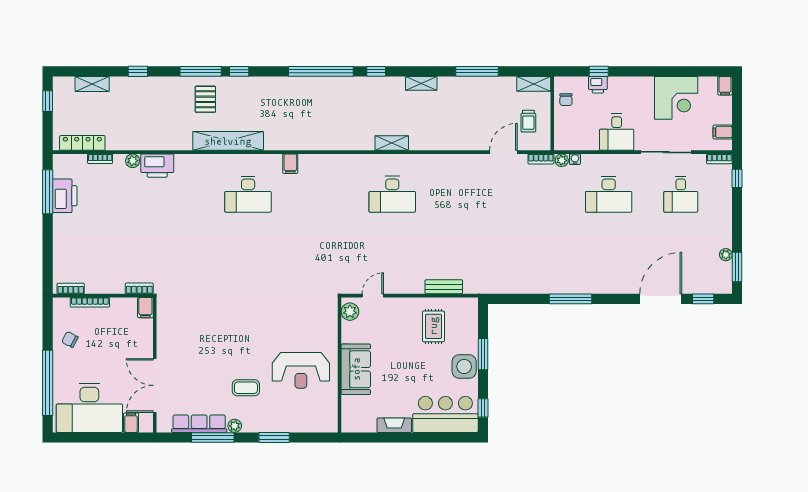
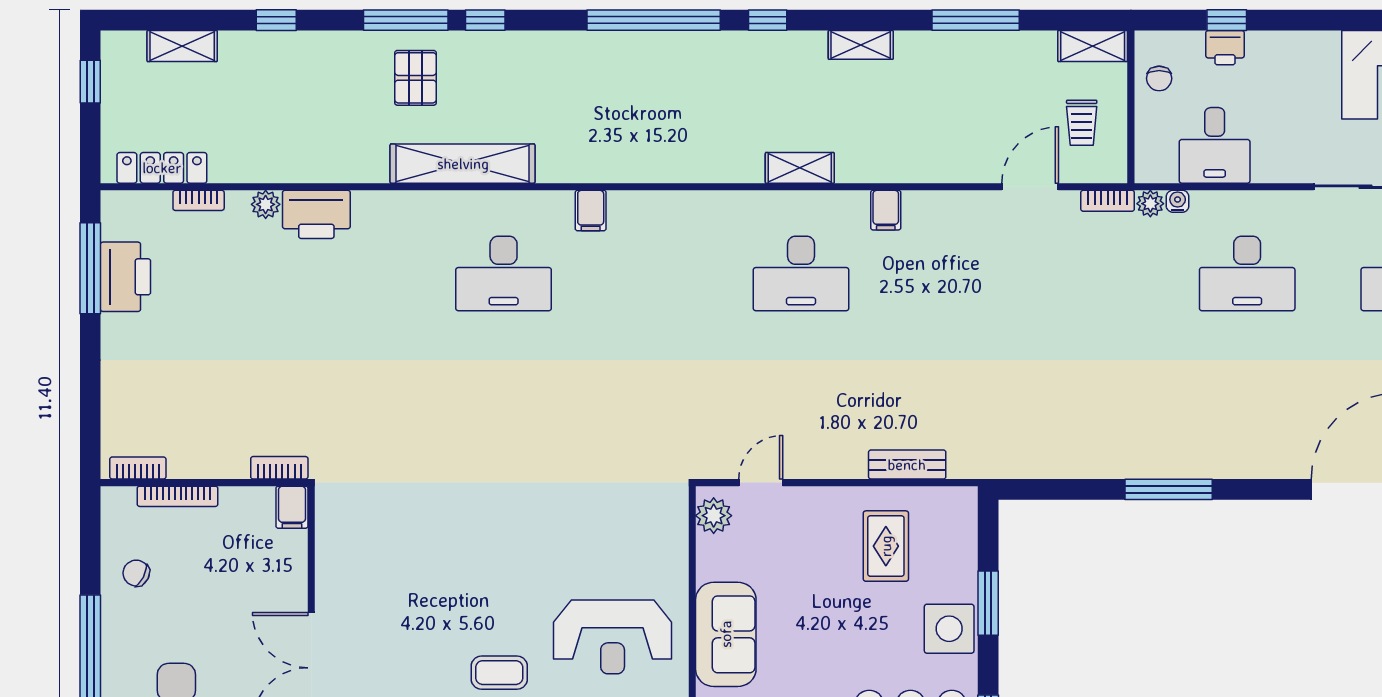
desk: (617, 132) -> (1215, 145), moved
filing cabinet: (433, 163) -> (886, 210), added

